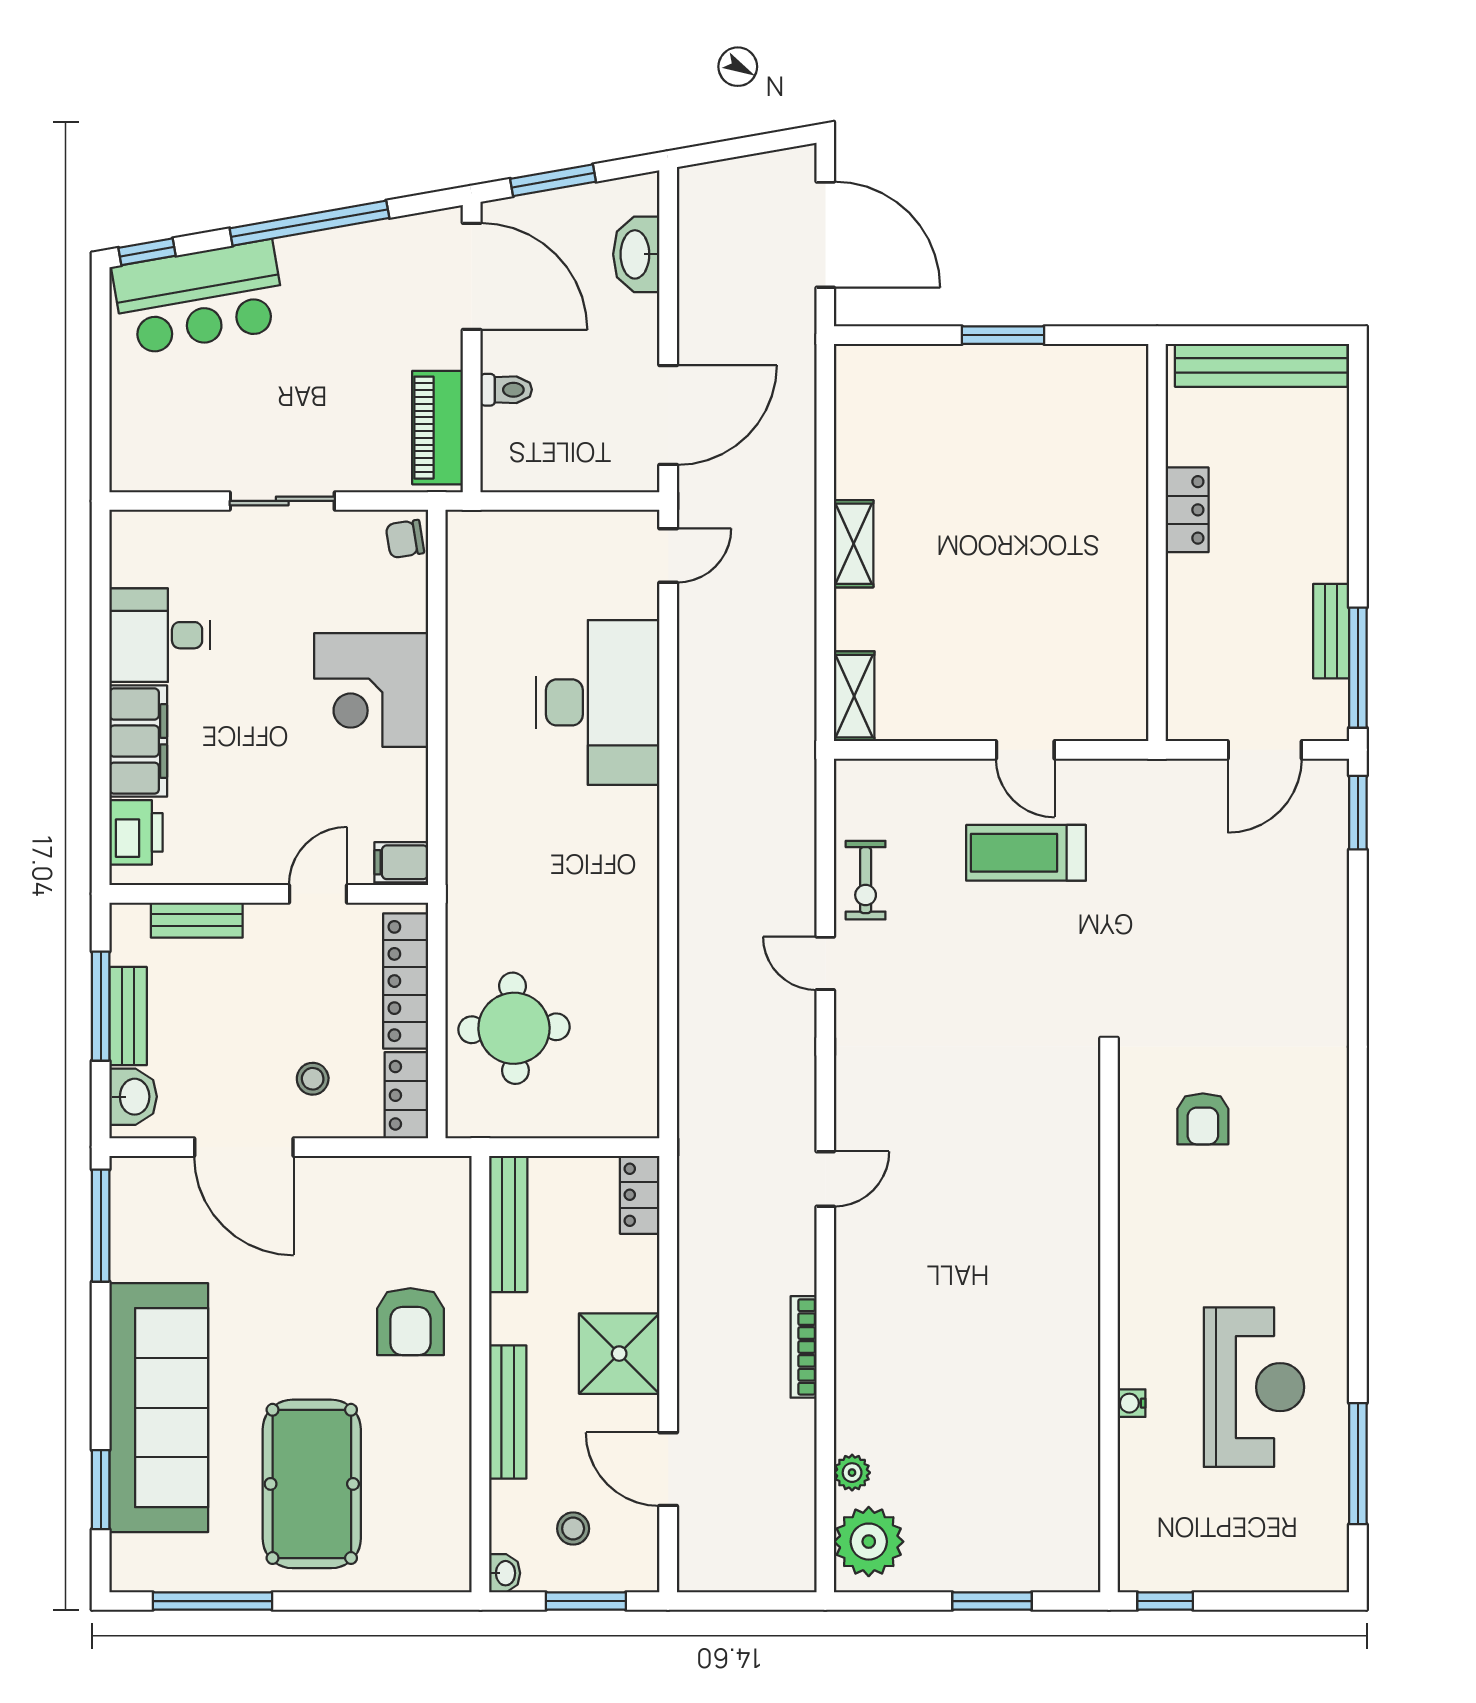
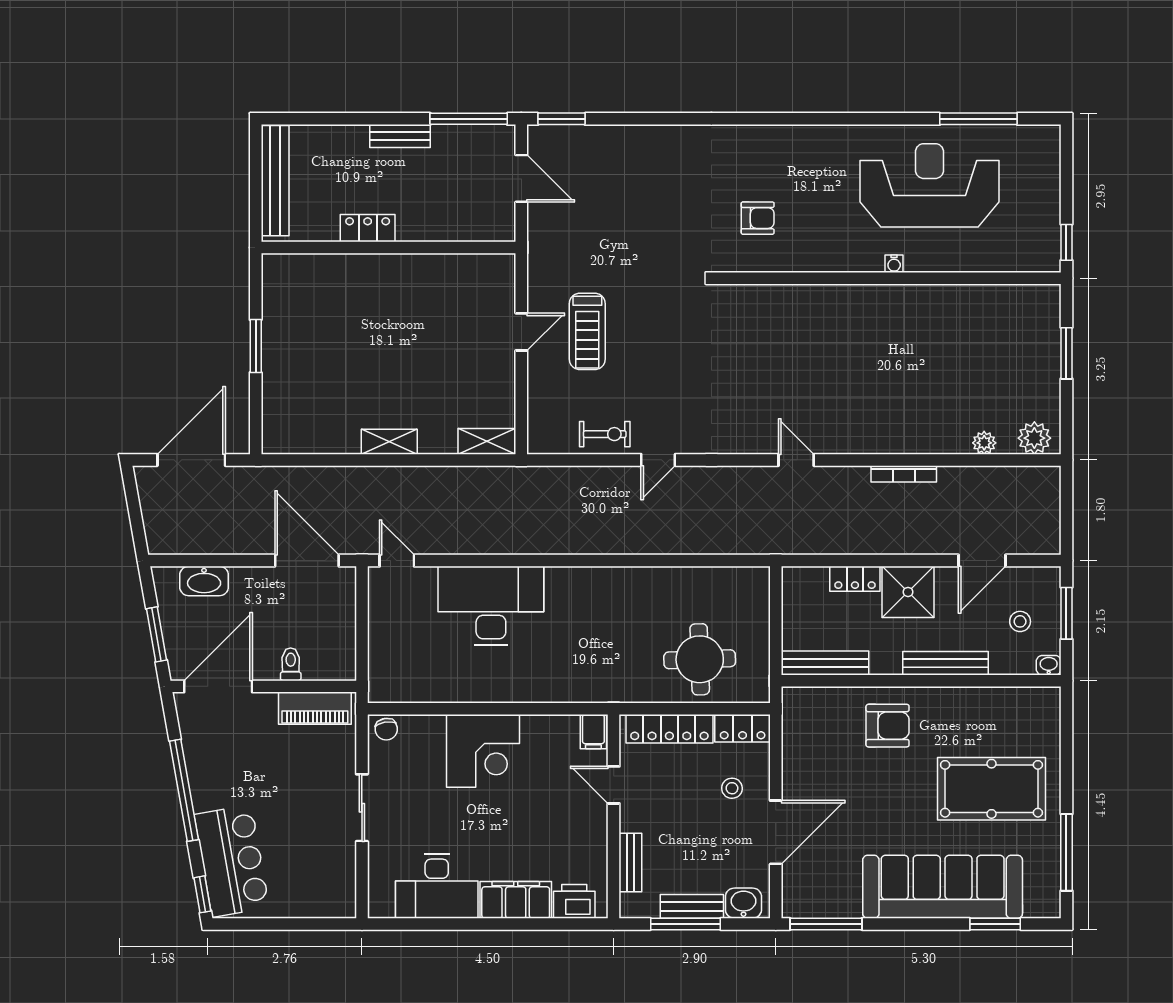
bench: (1331, 631) -> (400, 136), moved
desk: (160, 635) -> (437, 886), width x1.37
locker: (640, 1195) -> (855, 579), moved
reception desk: (1254, 1387) -> (930, 185), width x1.36, depth x1.30
water cooler: (1132, 1403) -> (894, 264), moved
plant: (869, 1542) -> (1034, 438), width x0.73, depth x0.73

